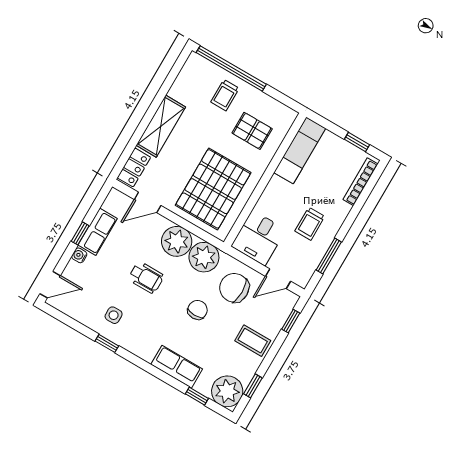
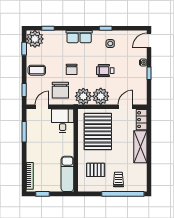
trolley: (310, 224) -> (42, 142), removed
row of seats: (98, 232) -> (141, 79), removed
chair: (234, 288) -> (60, 90), turned 90
row of seats: (177, 367) -> (79, 37), moved

